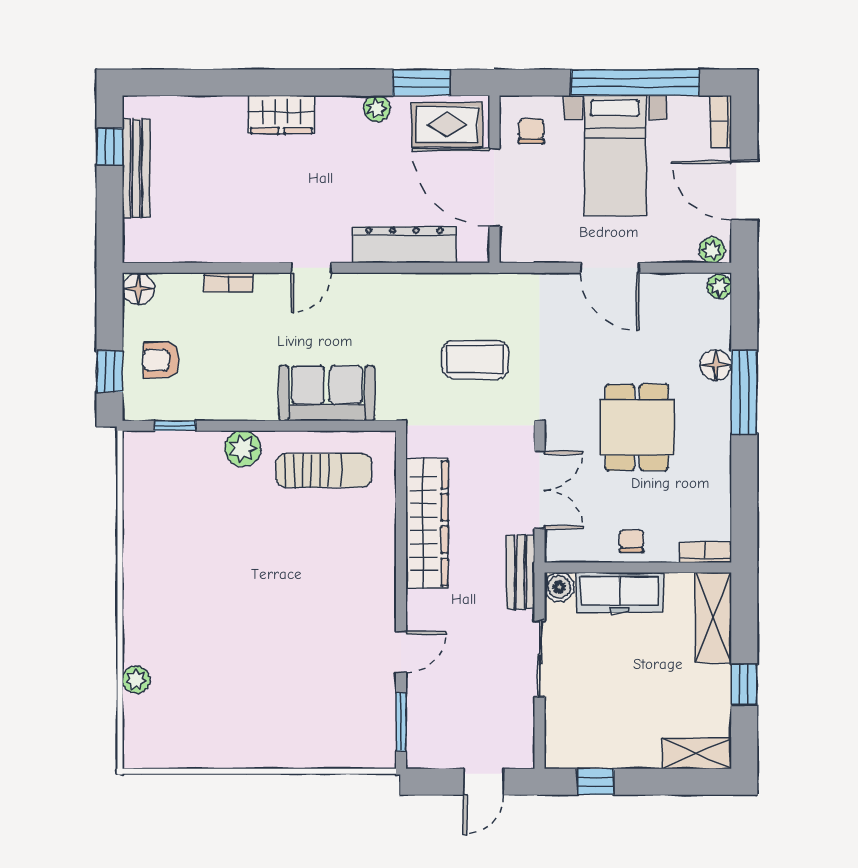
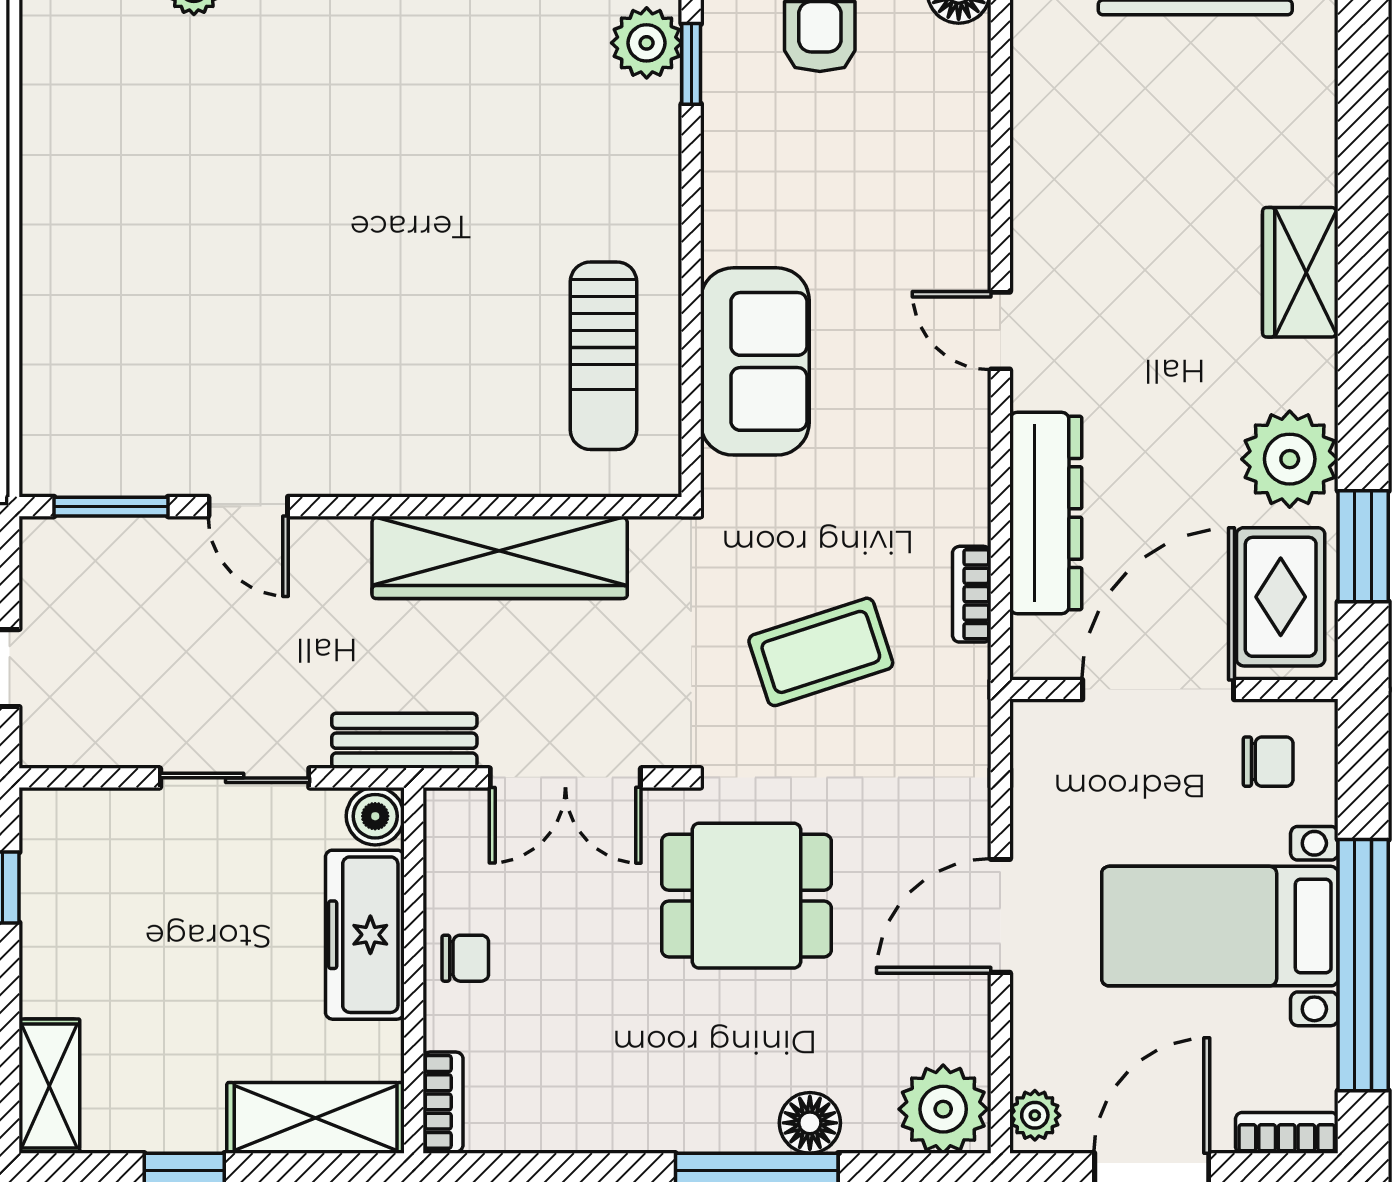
plant: (377, 109) -> (1290, 459), width x1.87, depth x1.87
bookcase: (229, 282) -> (972, 594), moved
plant: (719, 286) -> (943, 1109), width x1.88, depth x1.88
coffee table: (475, 360) -> (821, 652), turned 72
dining table: (637, 427) -> (746, 896), moved
plant: (243, 448) -> (647, 43), moved

